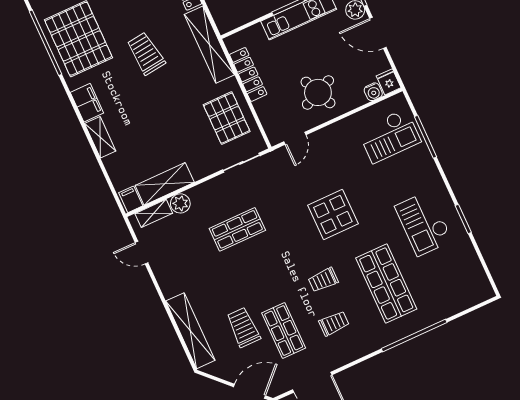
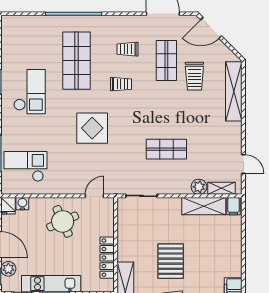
pallet: (227, 118) -> (171, 261), moved
shelving: (100, 137) -> (235, 261), removed

